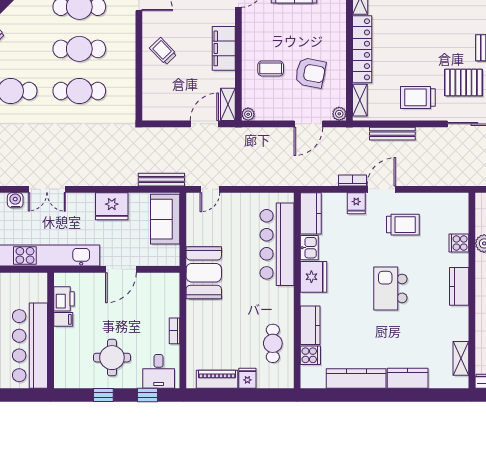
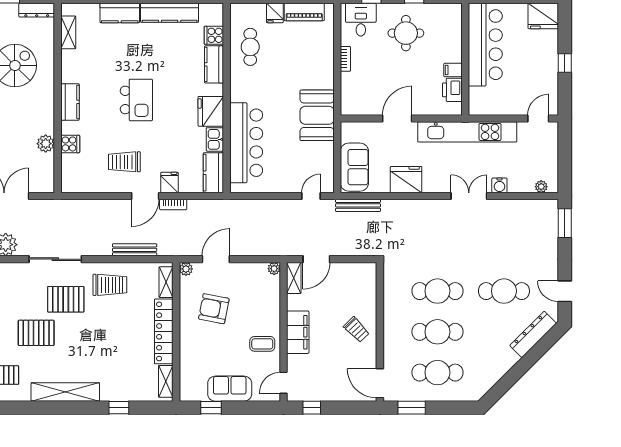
coffee table: (271, 68) -> (262, 344), moved

